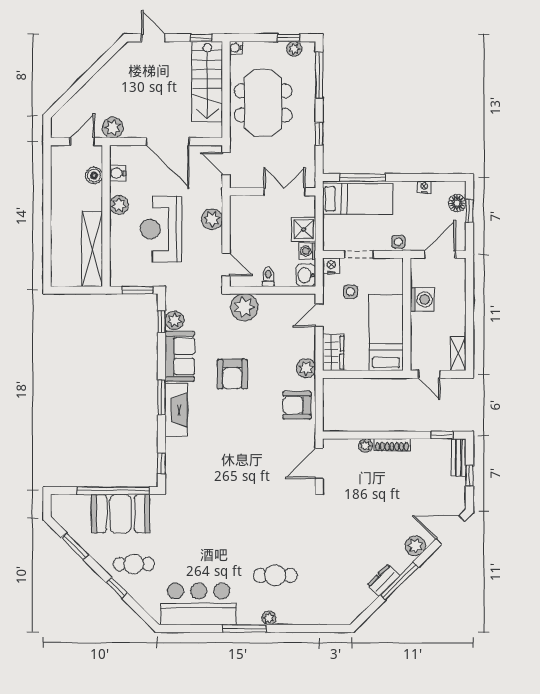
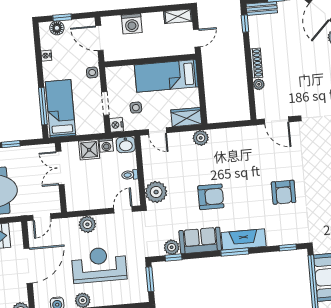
reception desk: (161, 229) -> (99, 265), turned 180
washing machine: (422, 299) -> (132, 24), moved, turned 180
armchair: (297, 405) -> (284, 192), moved

